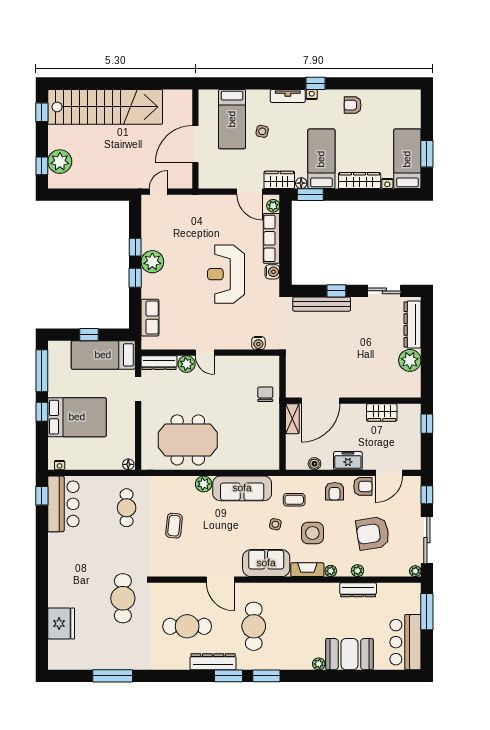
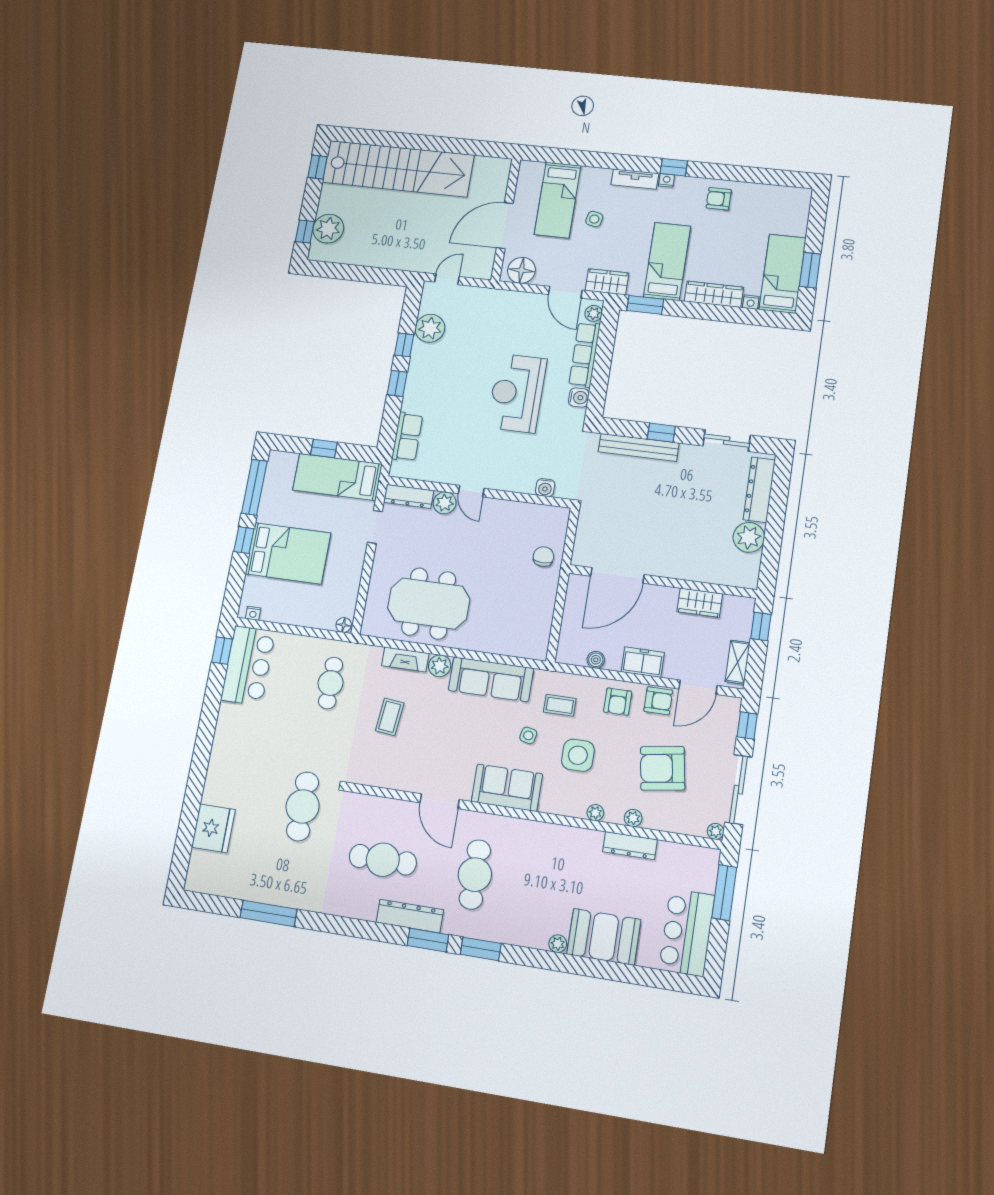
floor lamp: (301, 183) -> (521, 270), moved, width x1.89, depth x1.89
plant: (152, 262) -> (430, 328), moved
shelving: (292, 419) -> (738, 662), moved
fireplace: (307, 570) -> (405, 659), moved, turned 180

